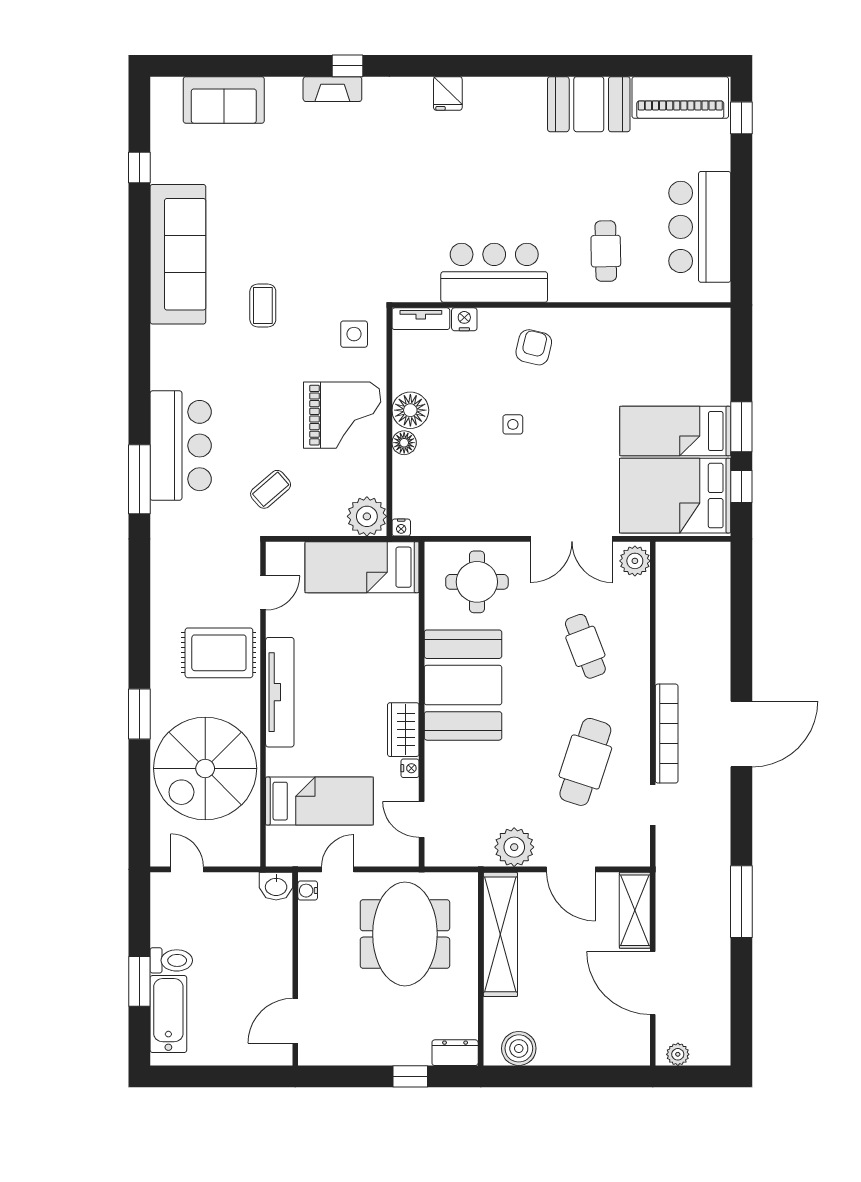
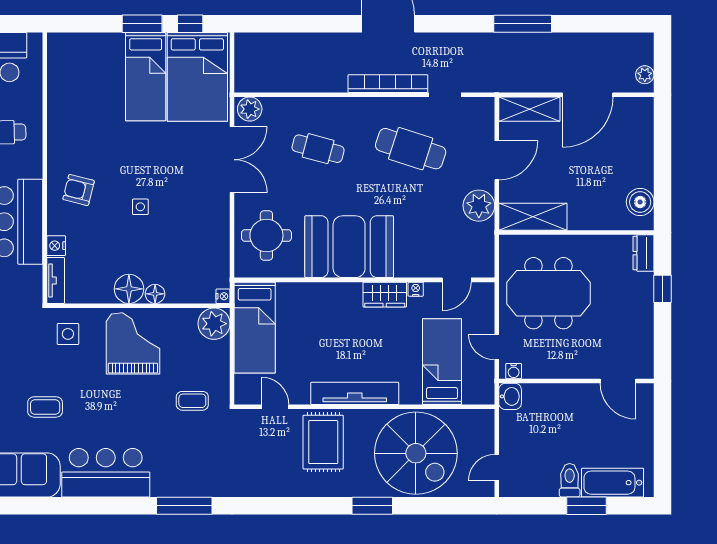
bar counter: (181, 446) -> (106, 473), moved
coffee table: (271, 489) -> (192, 401), turned -49
cafe table: (585, 646) -> (318, 149), turned 36
shelving: (500, 934) -> (533, 217), width x0.68

